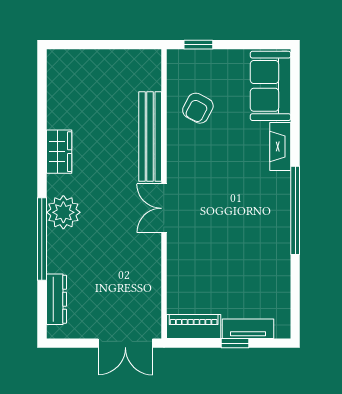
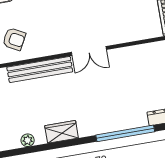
plant: (63, 212) -> (28, 140), moved, width x0.53, depth x0.53

